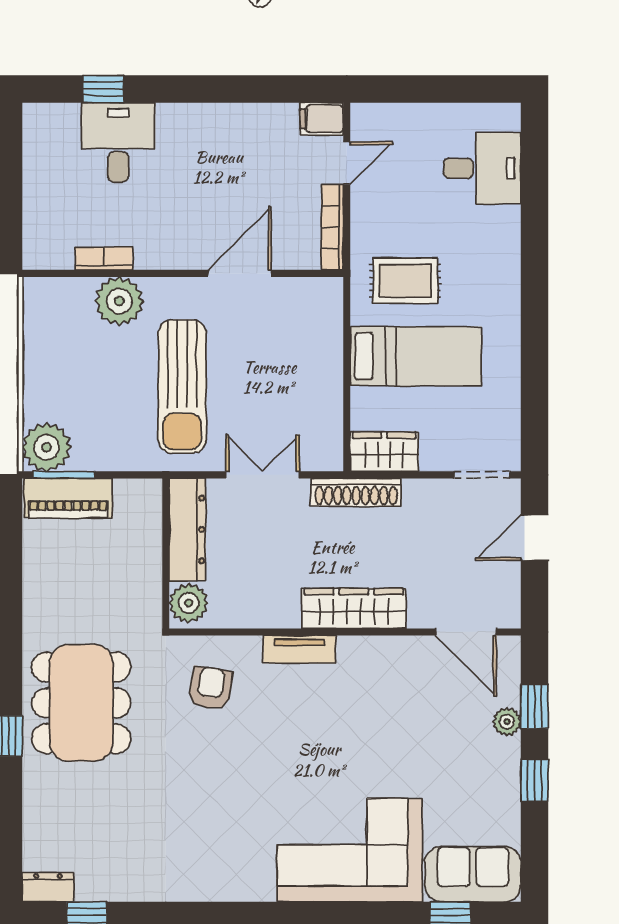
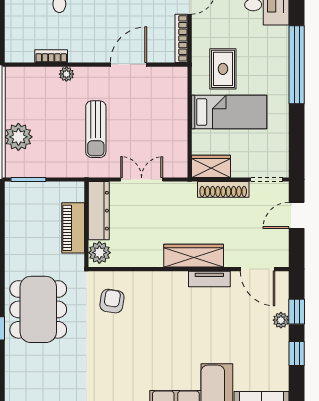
window: (535, 273) -> (297, 65), added
rug: (405, 281) -> (223, 69), turned 90
plant: (119, 301) -> (66, 74), width x0.53, depth x0.53
sun lounger: (182, 387) -> (96, 129), width x0.73, depth x0.75
plant: (46, 447) -> (18, 137), moved
shoe rack: (356, 492) -> (223, 189), moved
piano: (68, 498) -> (73, 228), moved, turned 90
tv unit: (300, 649) -> (209, 279), moved

